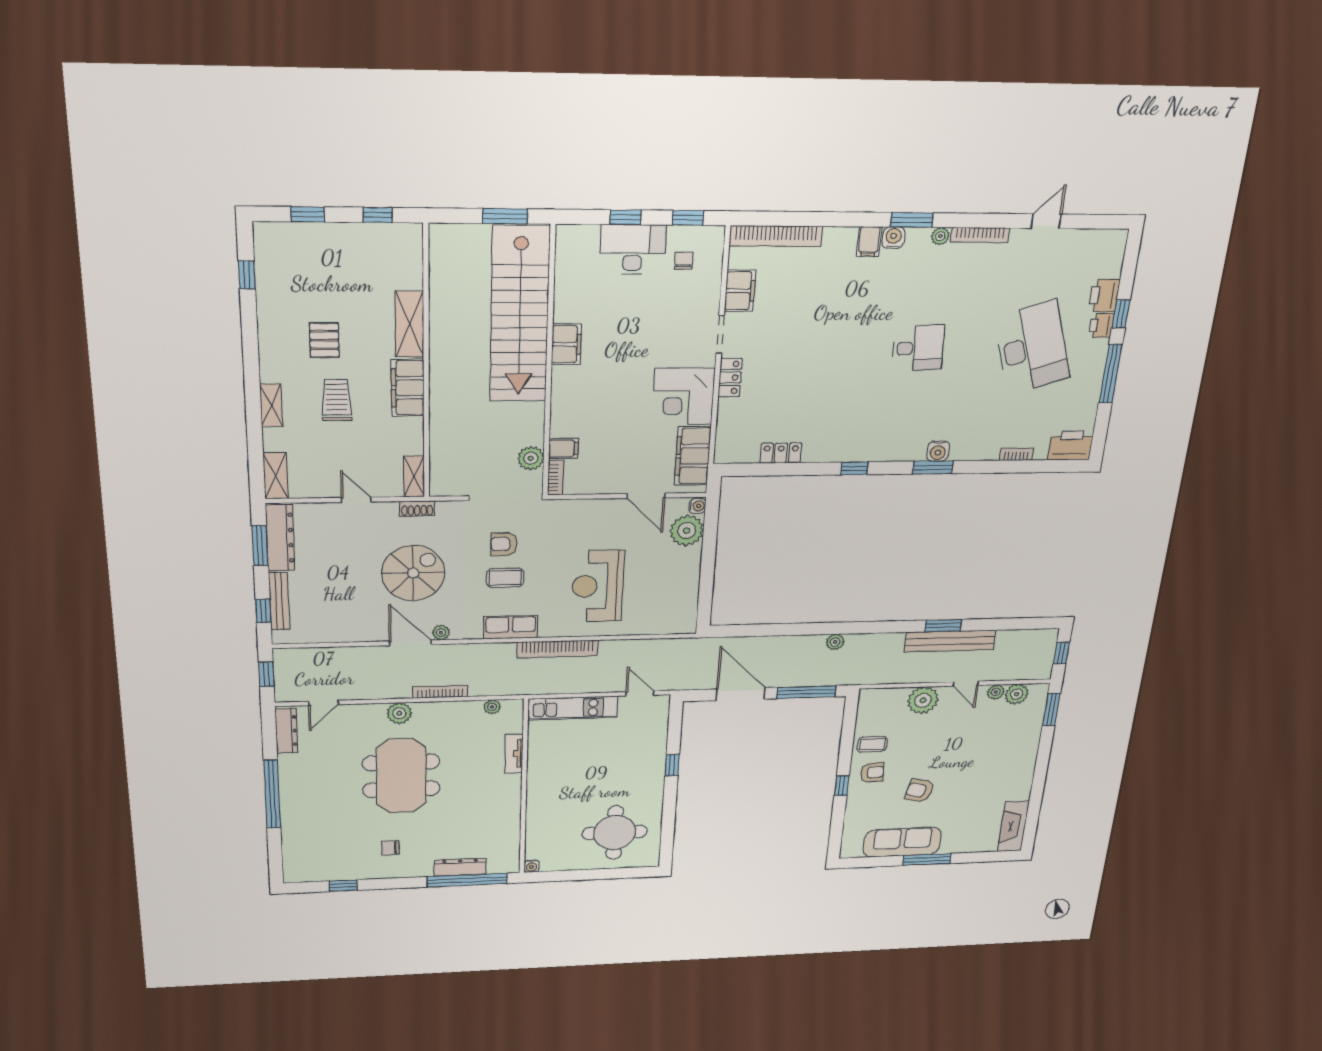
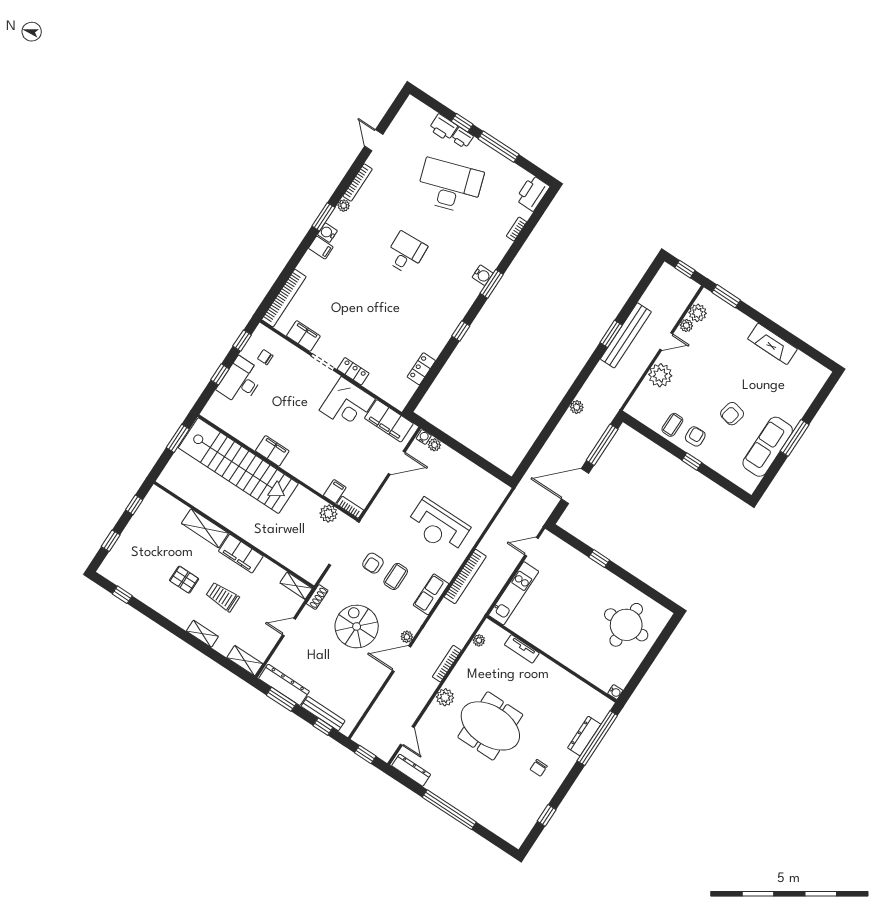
plant: (687, 531) -> (434, 445), width x0.53, depth x0.53
fireplace: (1013, 826) -> (772, 344), moved

